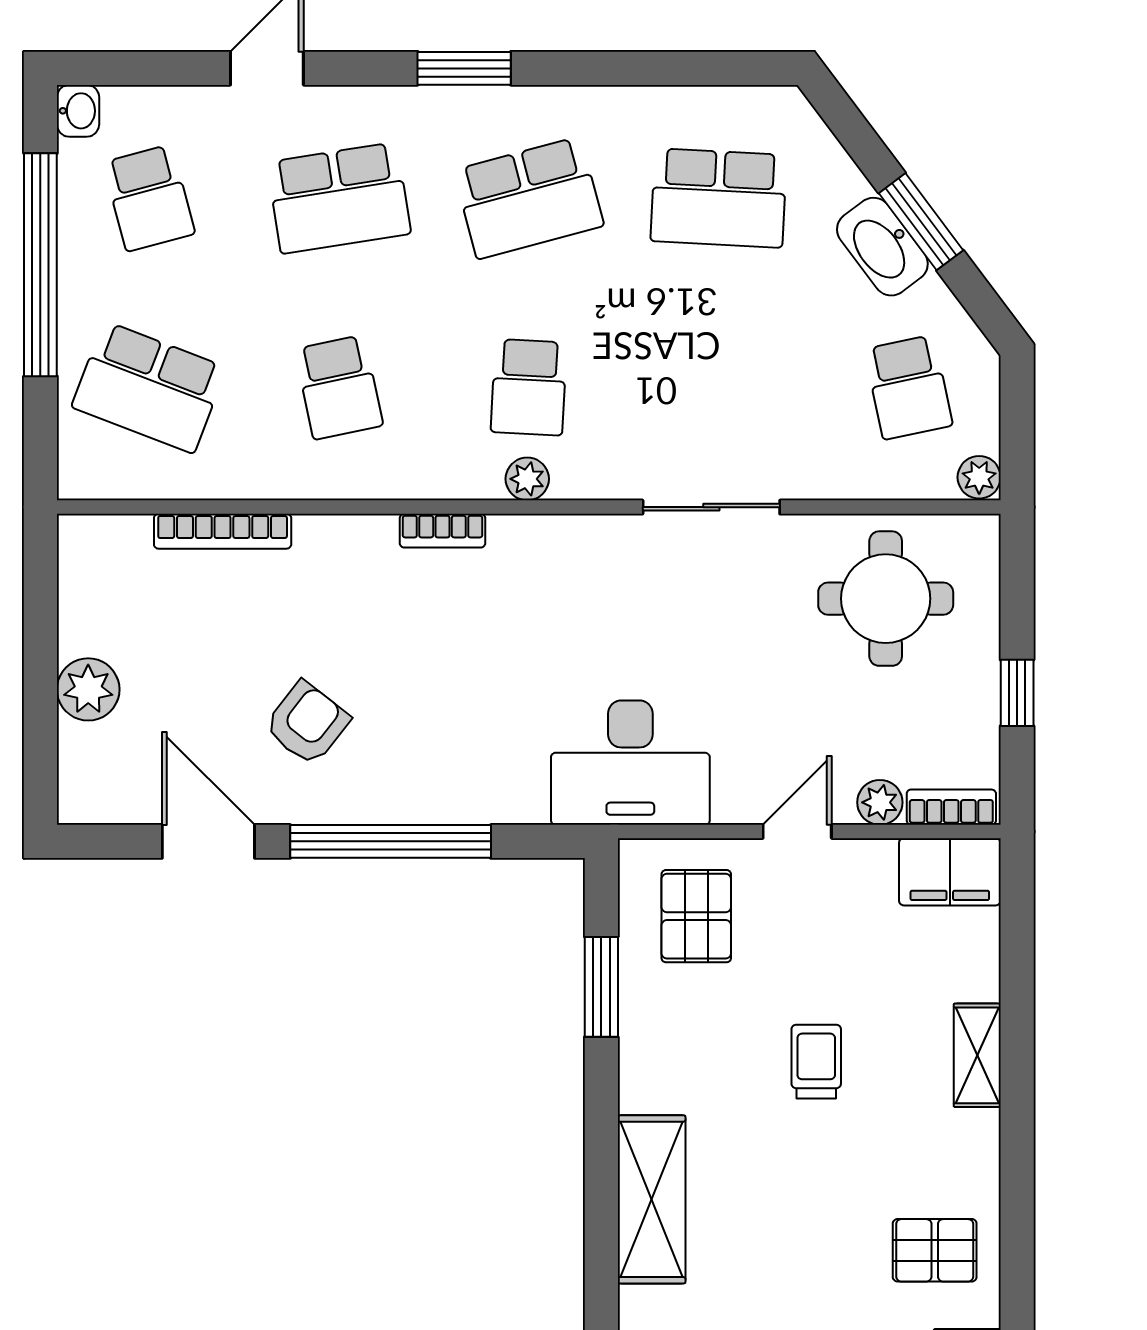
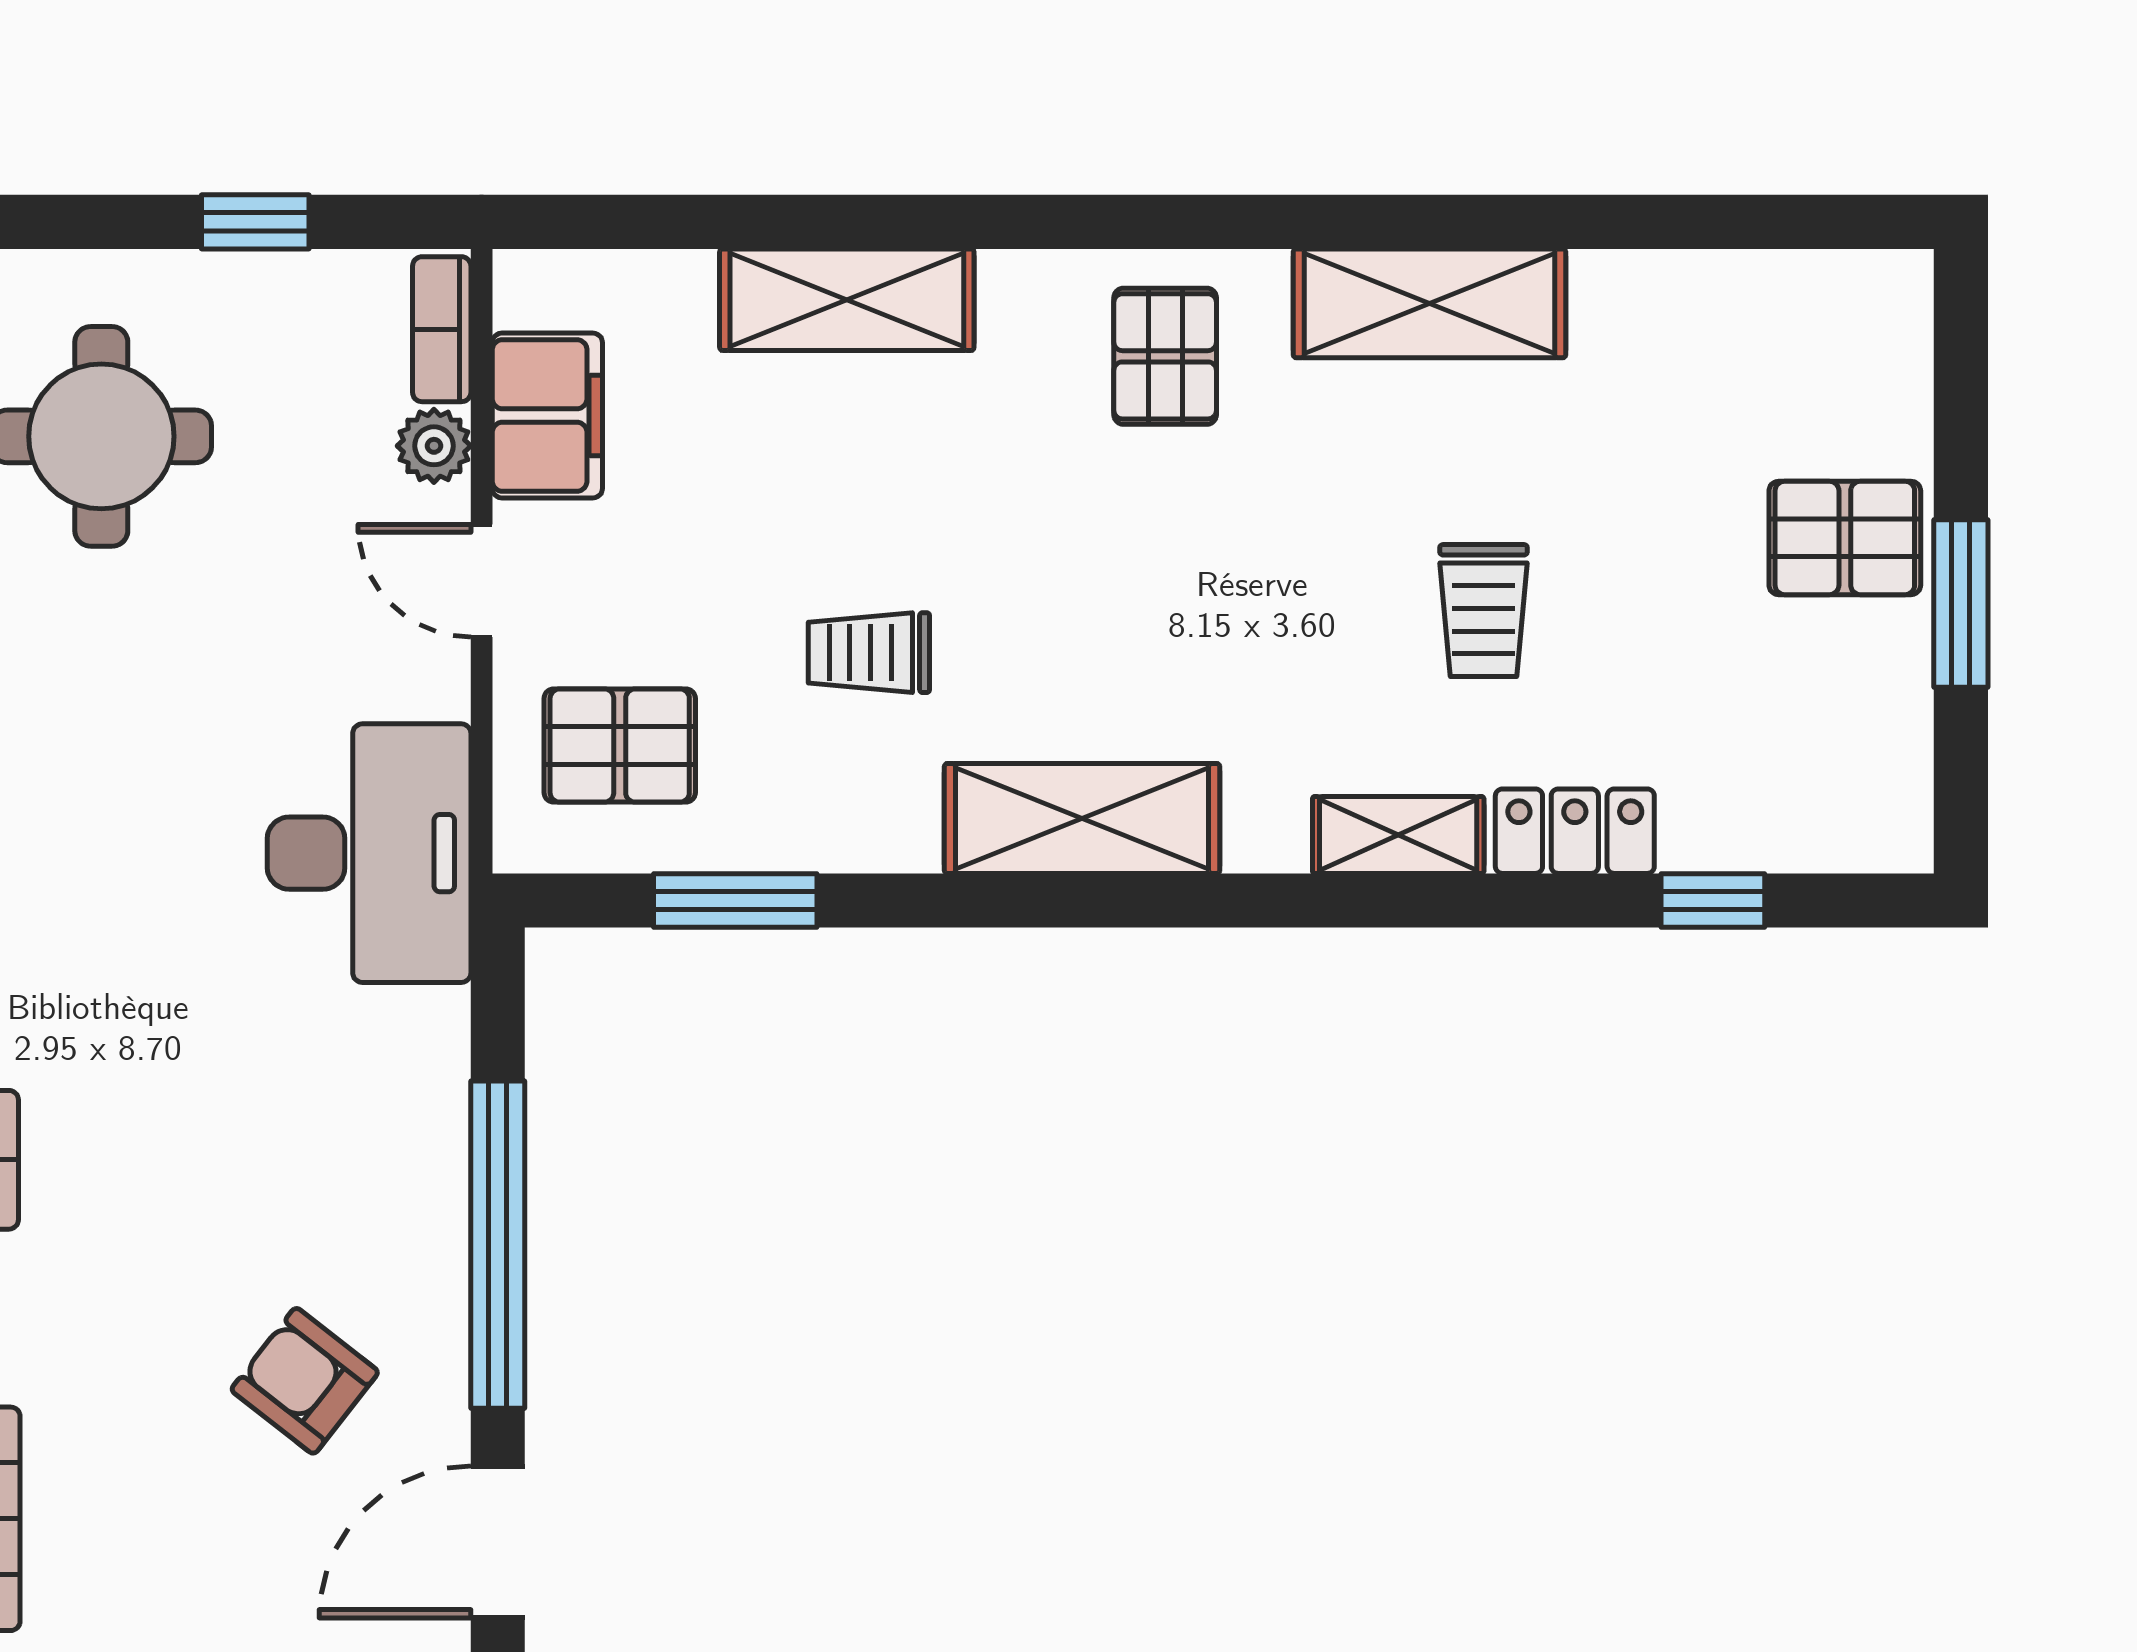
filing cabinet: (950, 872) -> (547, 415), moved
shelving: (977, 1055) -> (847, 300), width x1.50, depth x1.33
trolley: (816, 1062) -> (869, 653), moved

